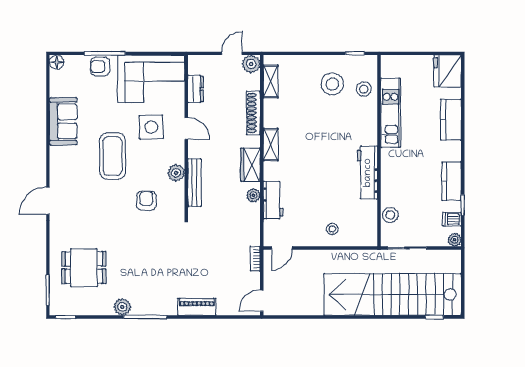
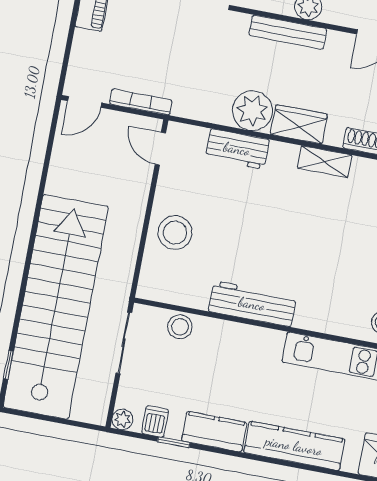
kitchen counter: (451, 120) -> (294, 446), width x1.50
plant: (253, 195) -> (252, 111), width x1.88, depth x1.88
stool: (332, 229) -> (175, 232), width x1.89, depth x1.89
bookcase: (255, 259) -> (141, 102), width x1.56
door: (262, 301) -> (85, 102), swing flipped

